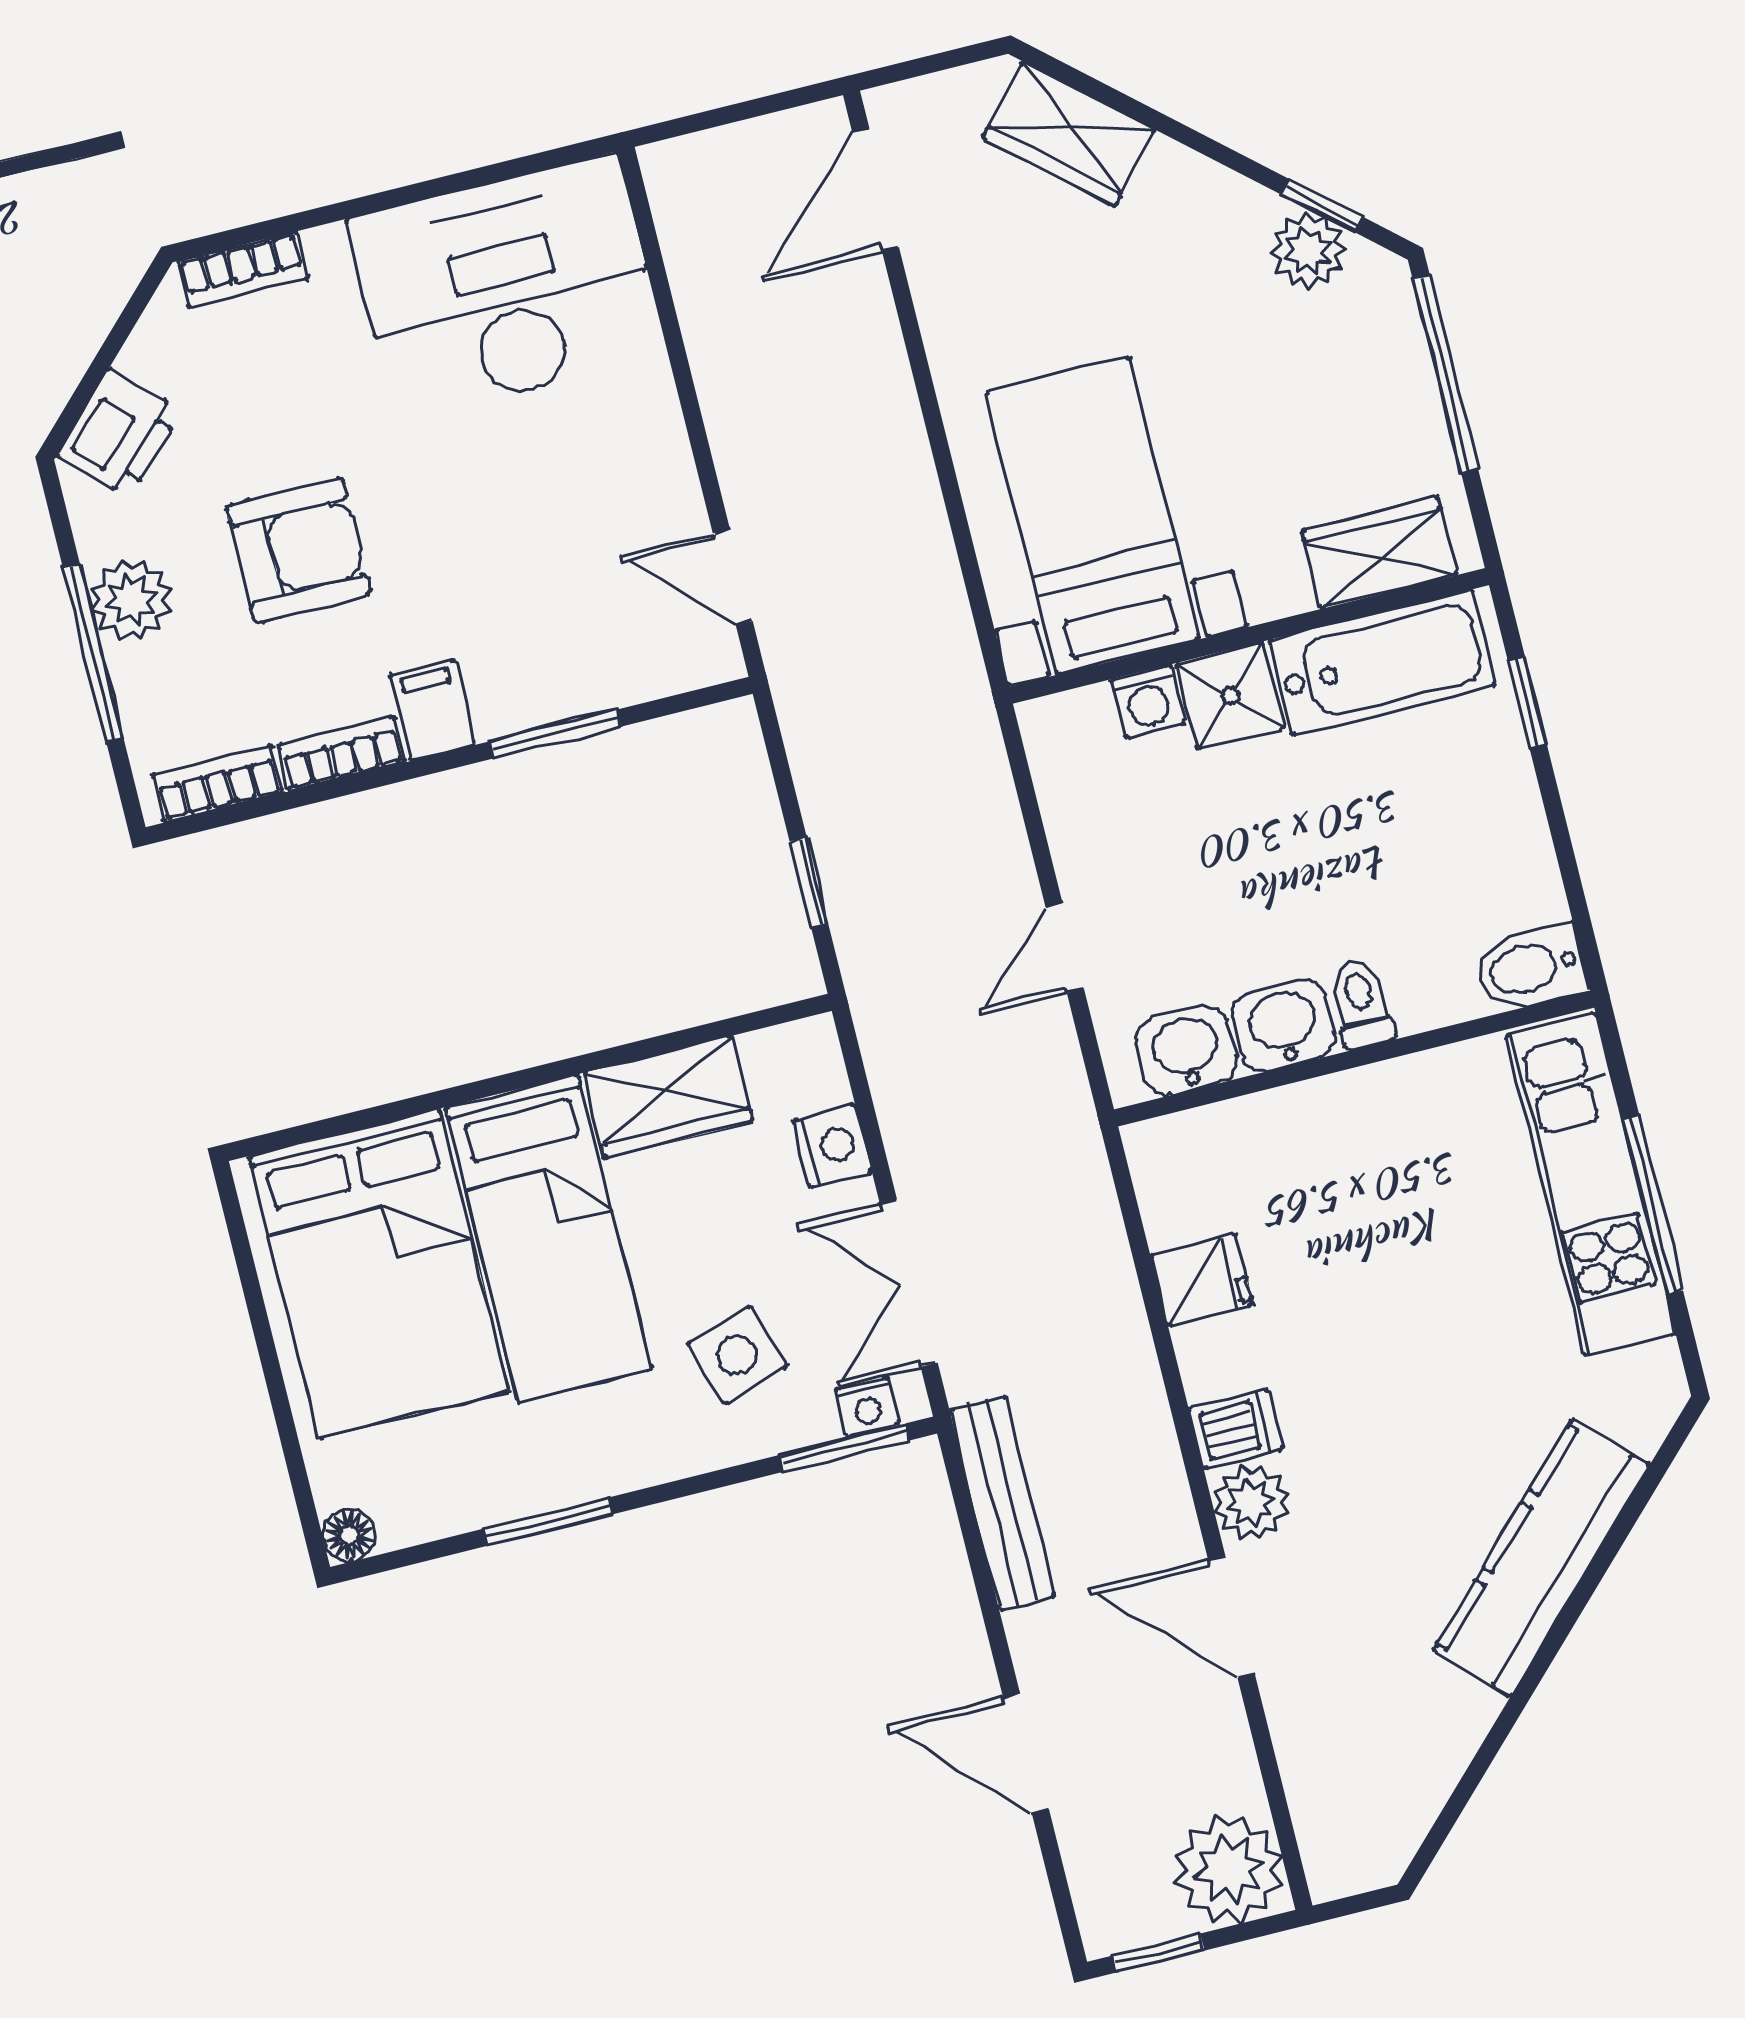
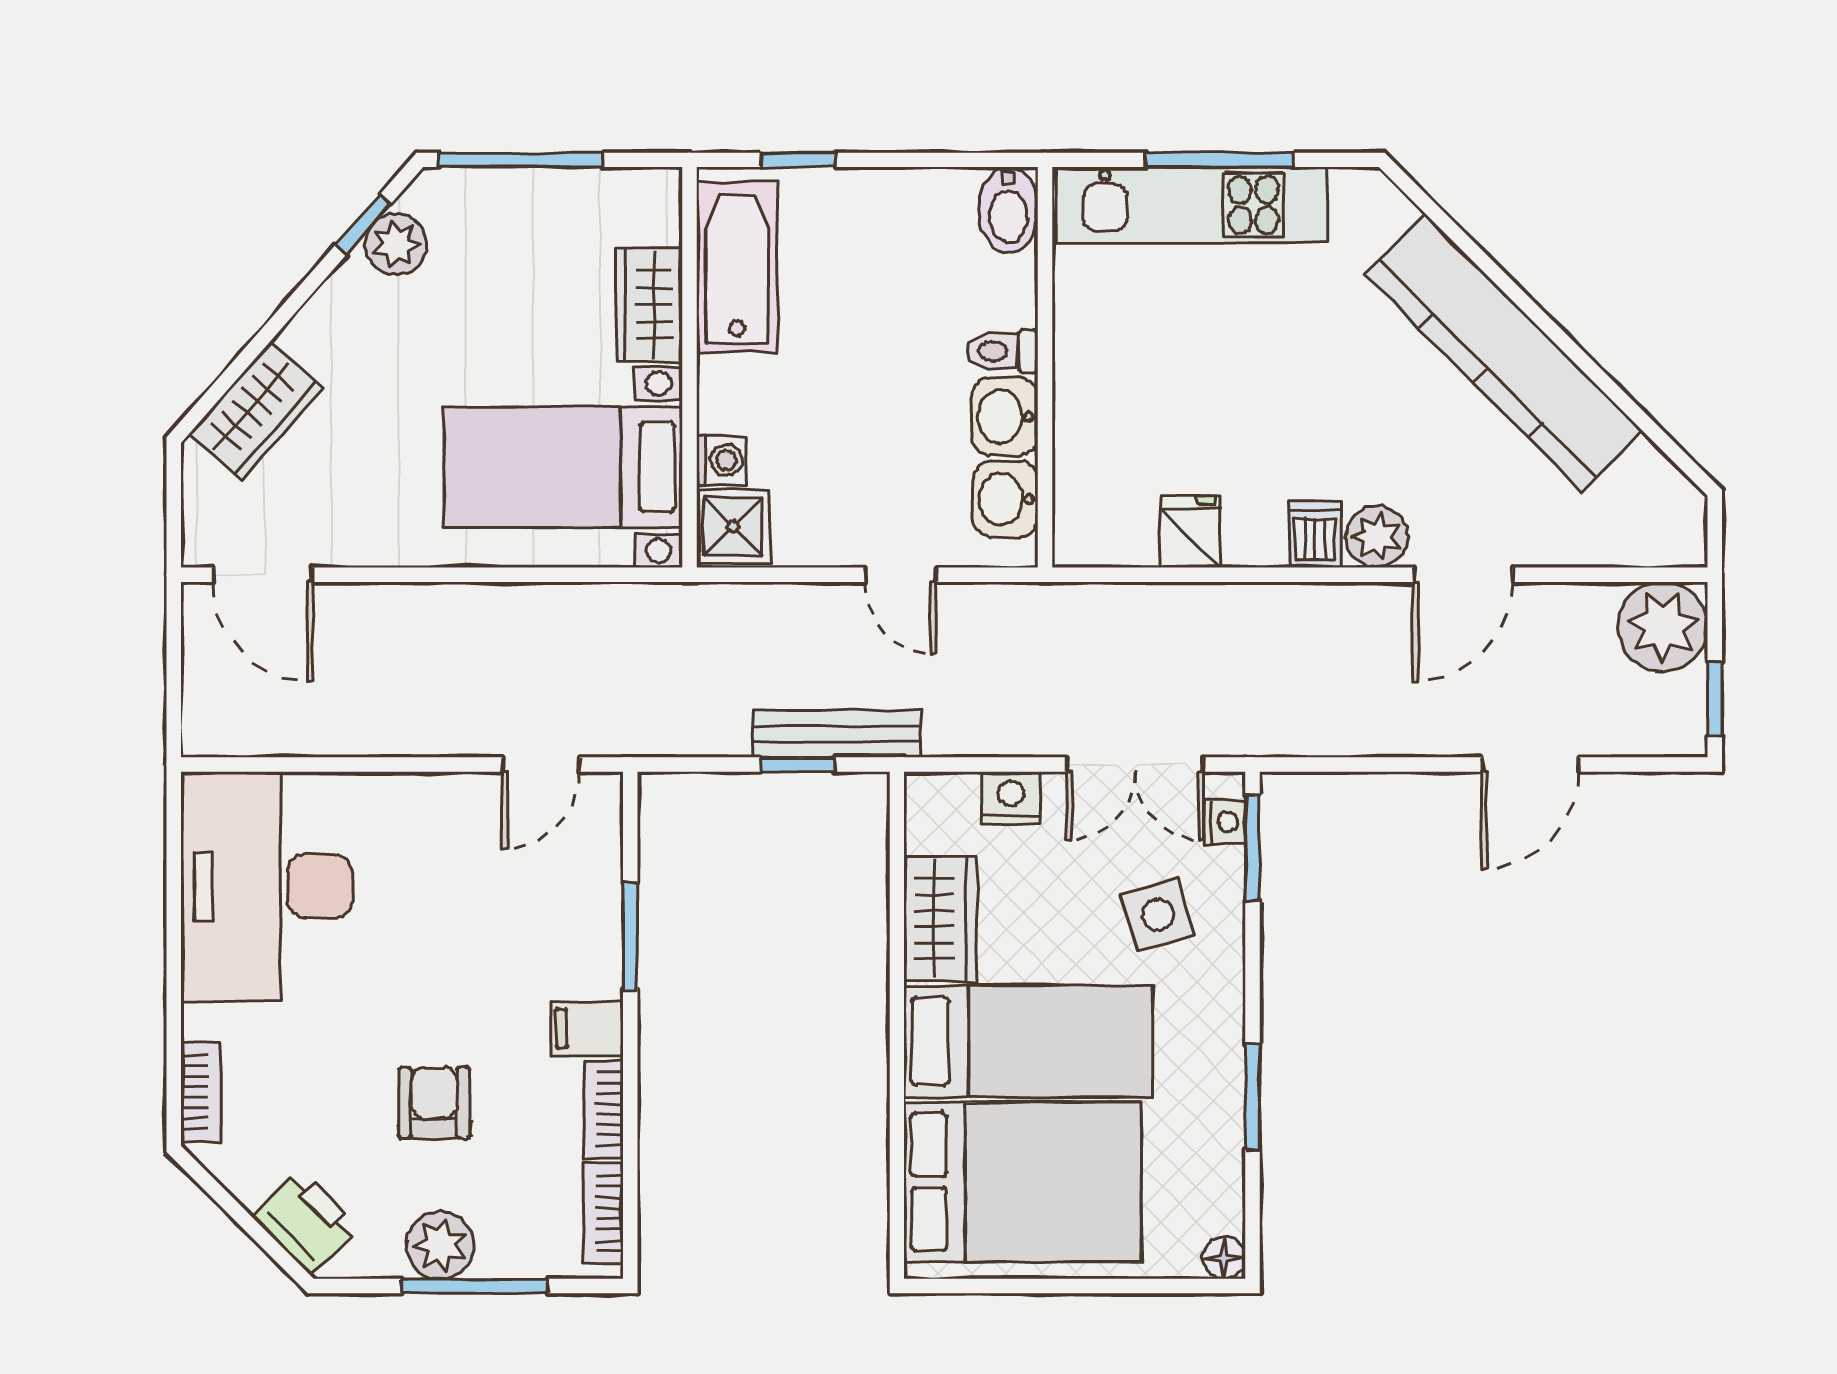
armchair: (299, 550) -> (434, 1103), width x0.72, depth x0.72
wardrobe: (1379, 553) -> (649, 305), moved
shower: (1230, 696) -> (733, 526), moved
bench: (1002, 1503) -> (837, 734), moved
kitchen counter: (1541, 1558) -> (1503, 352), width x1.39, depth x1.17

